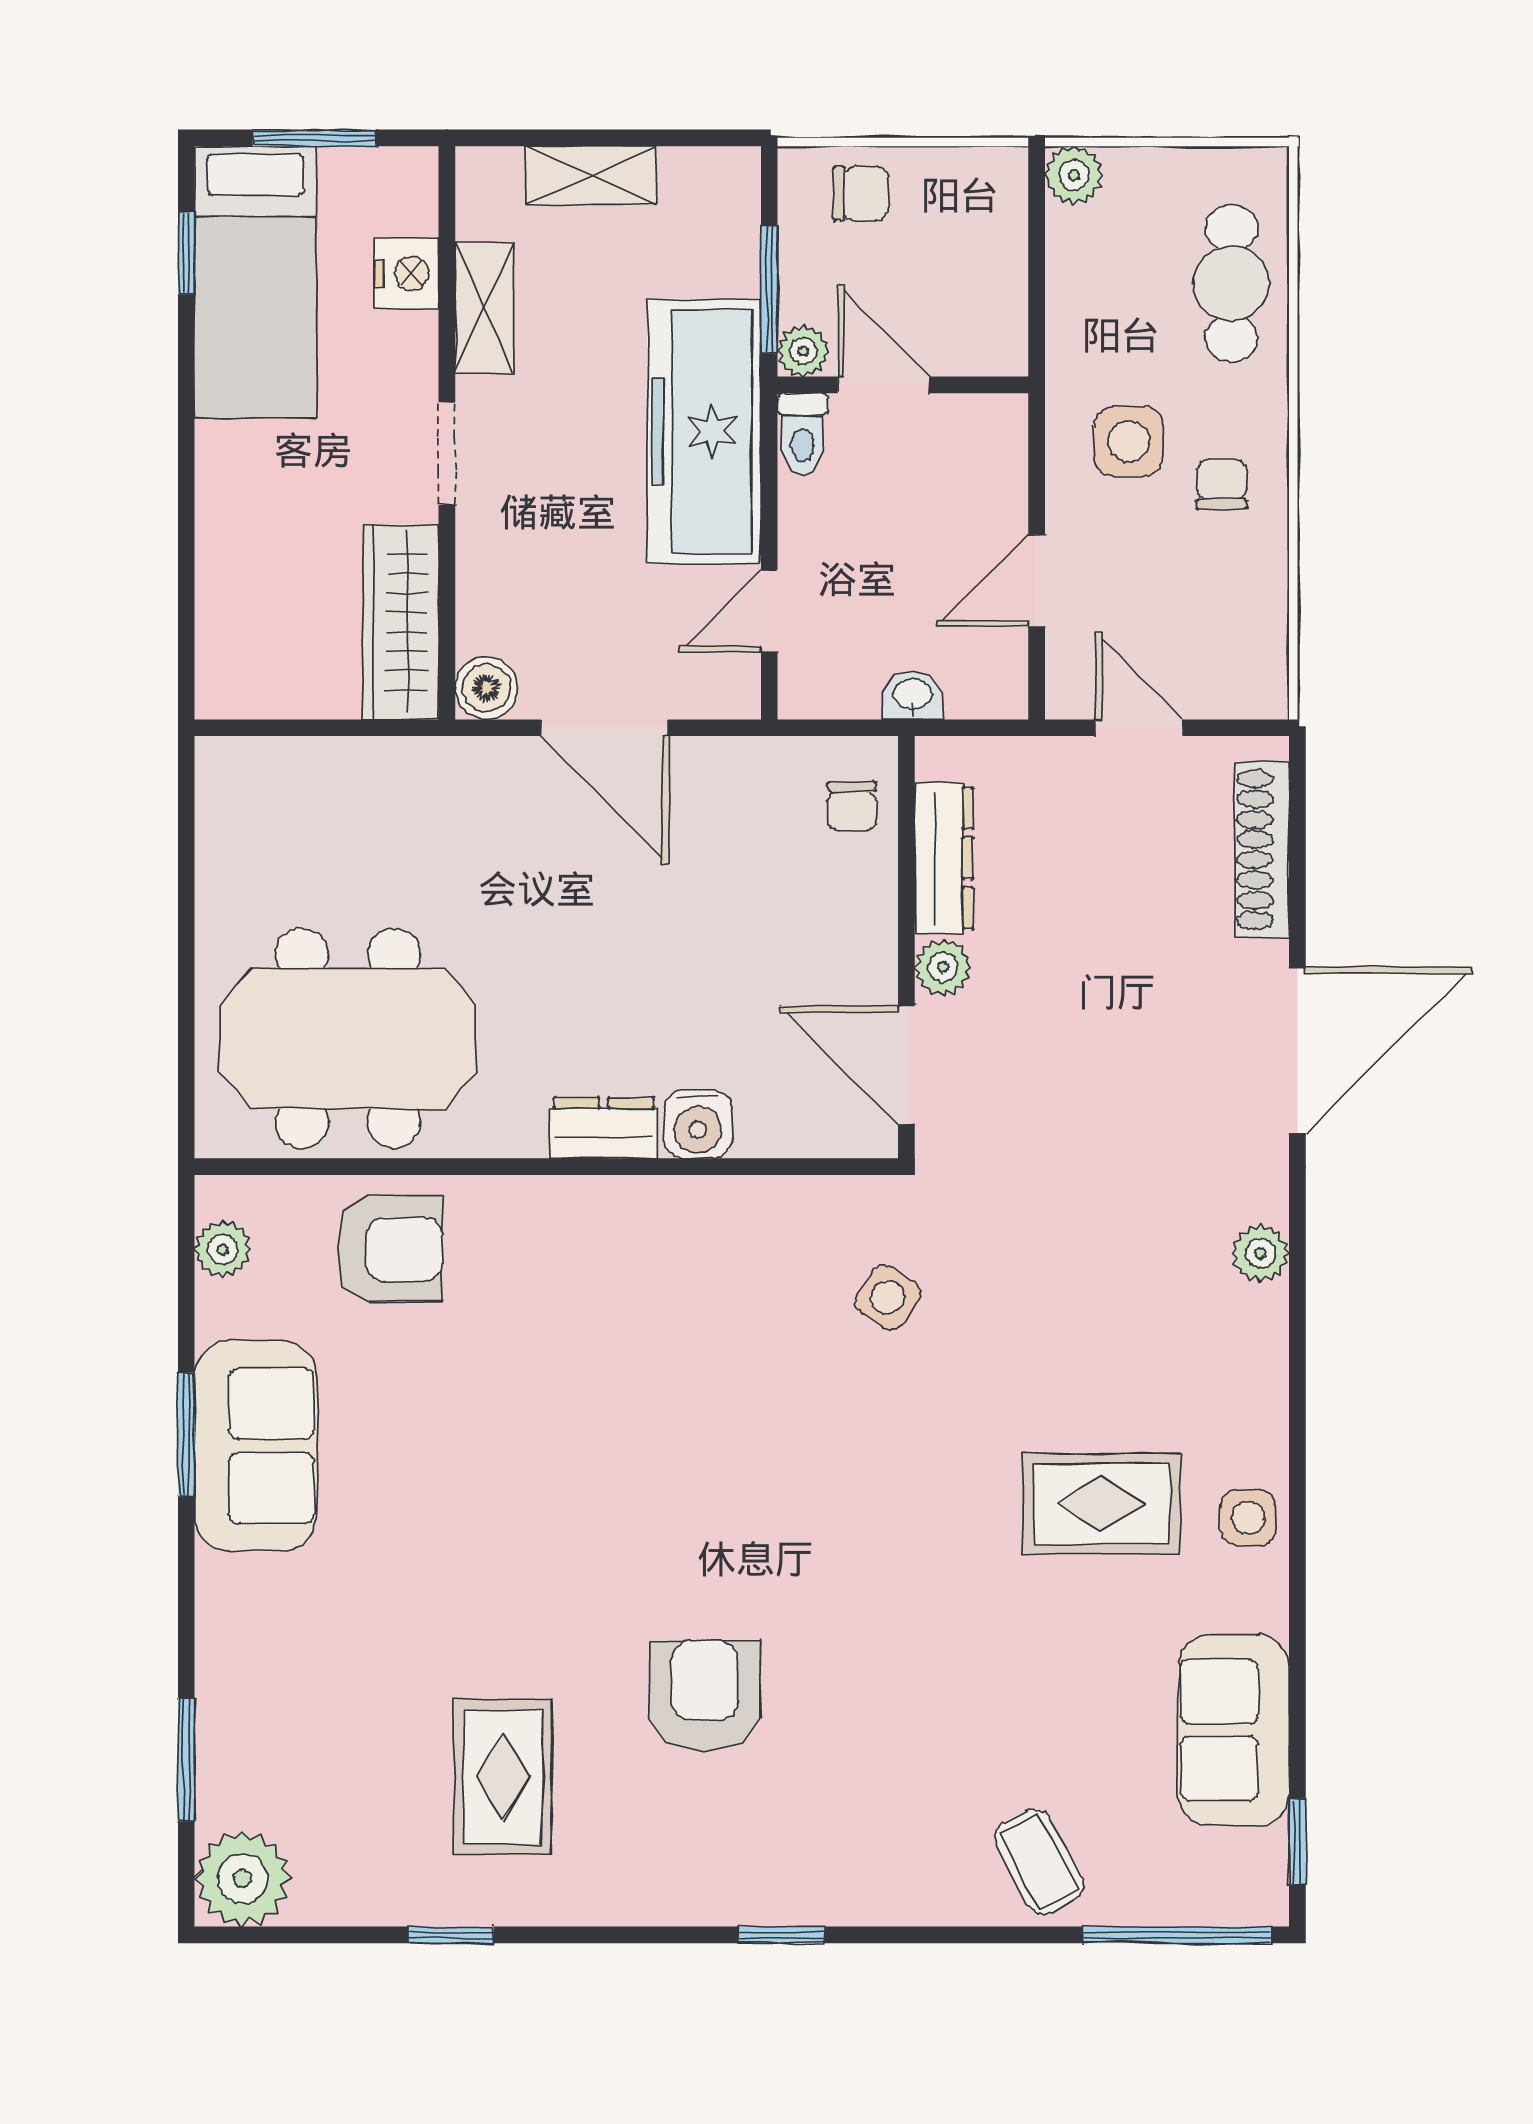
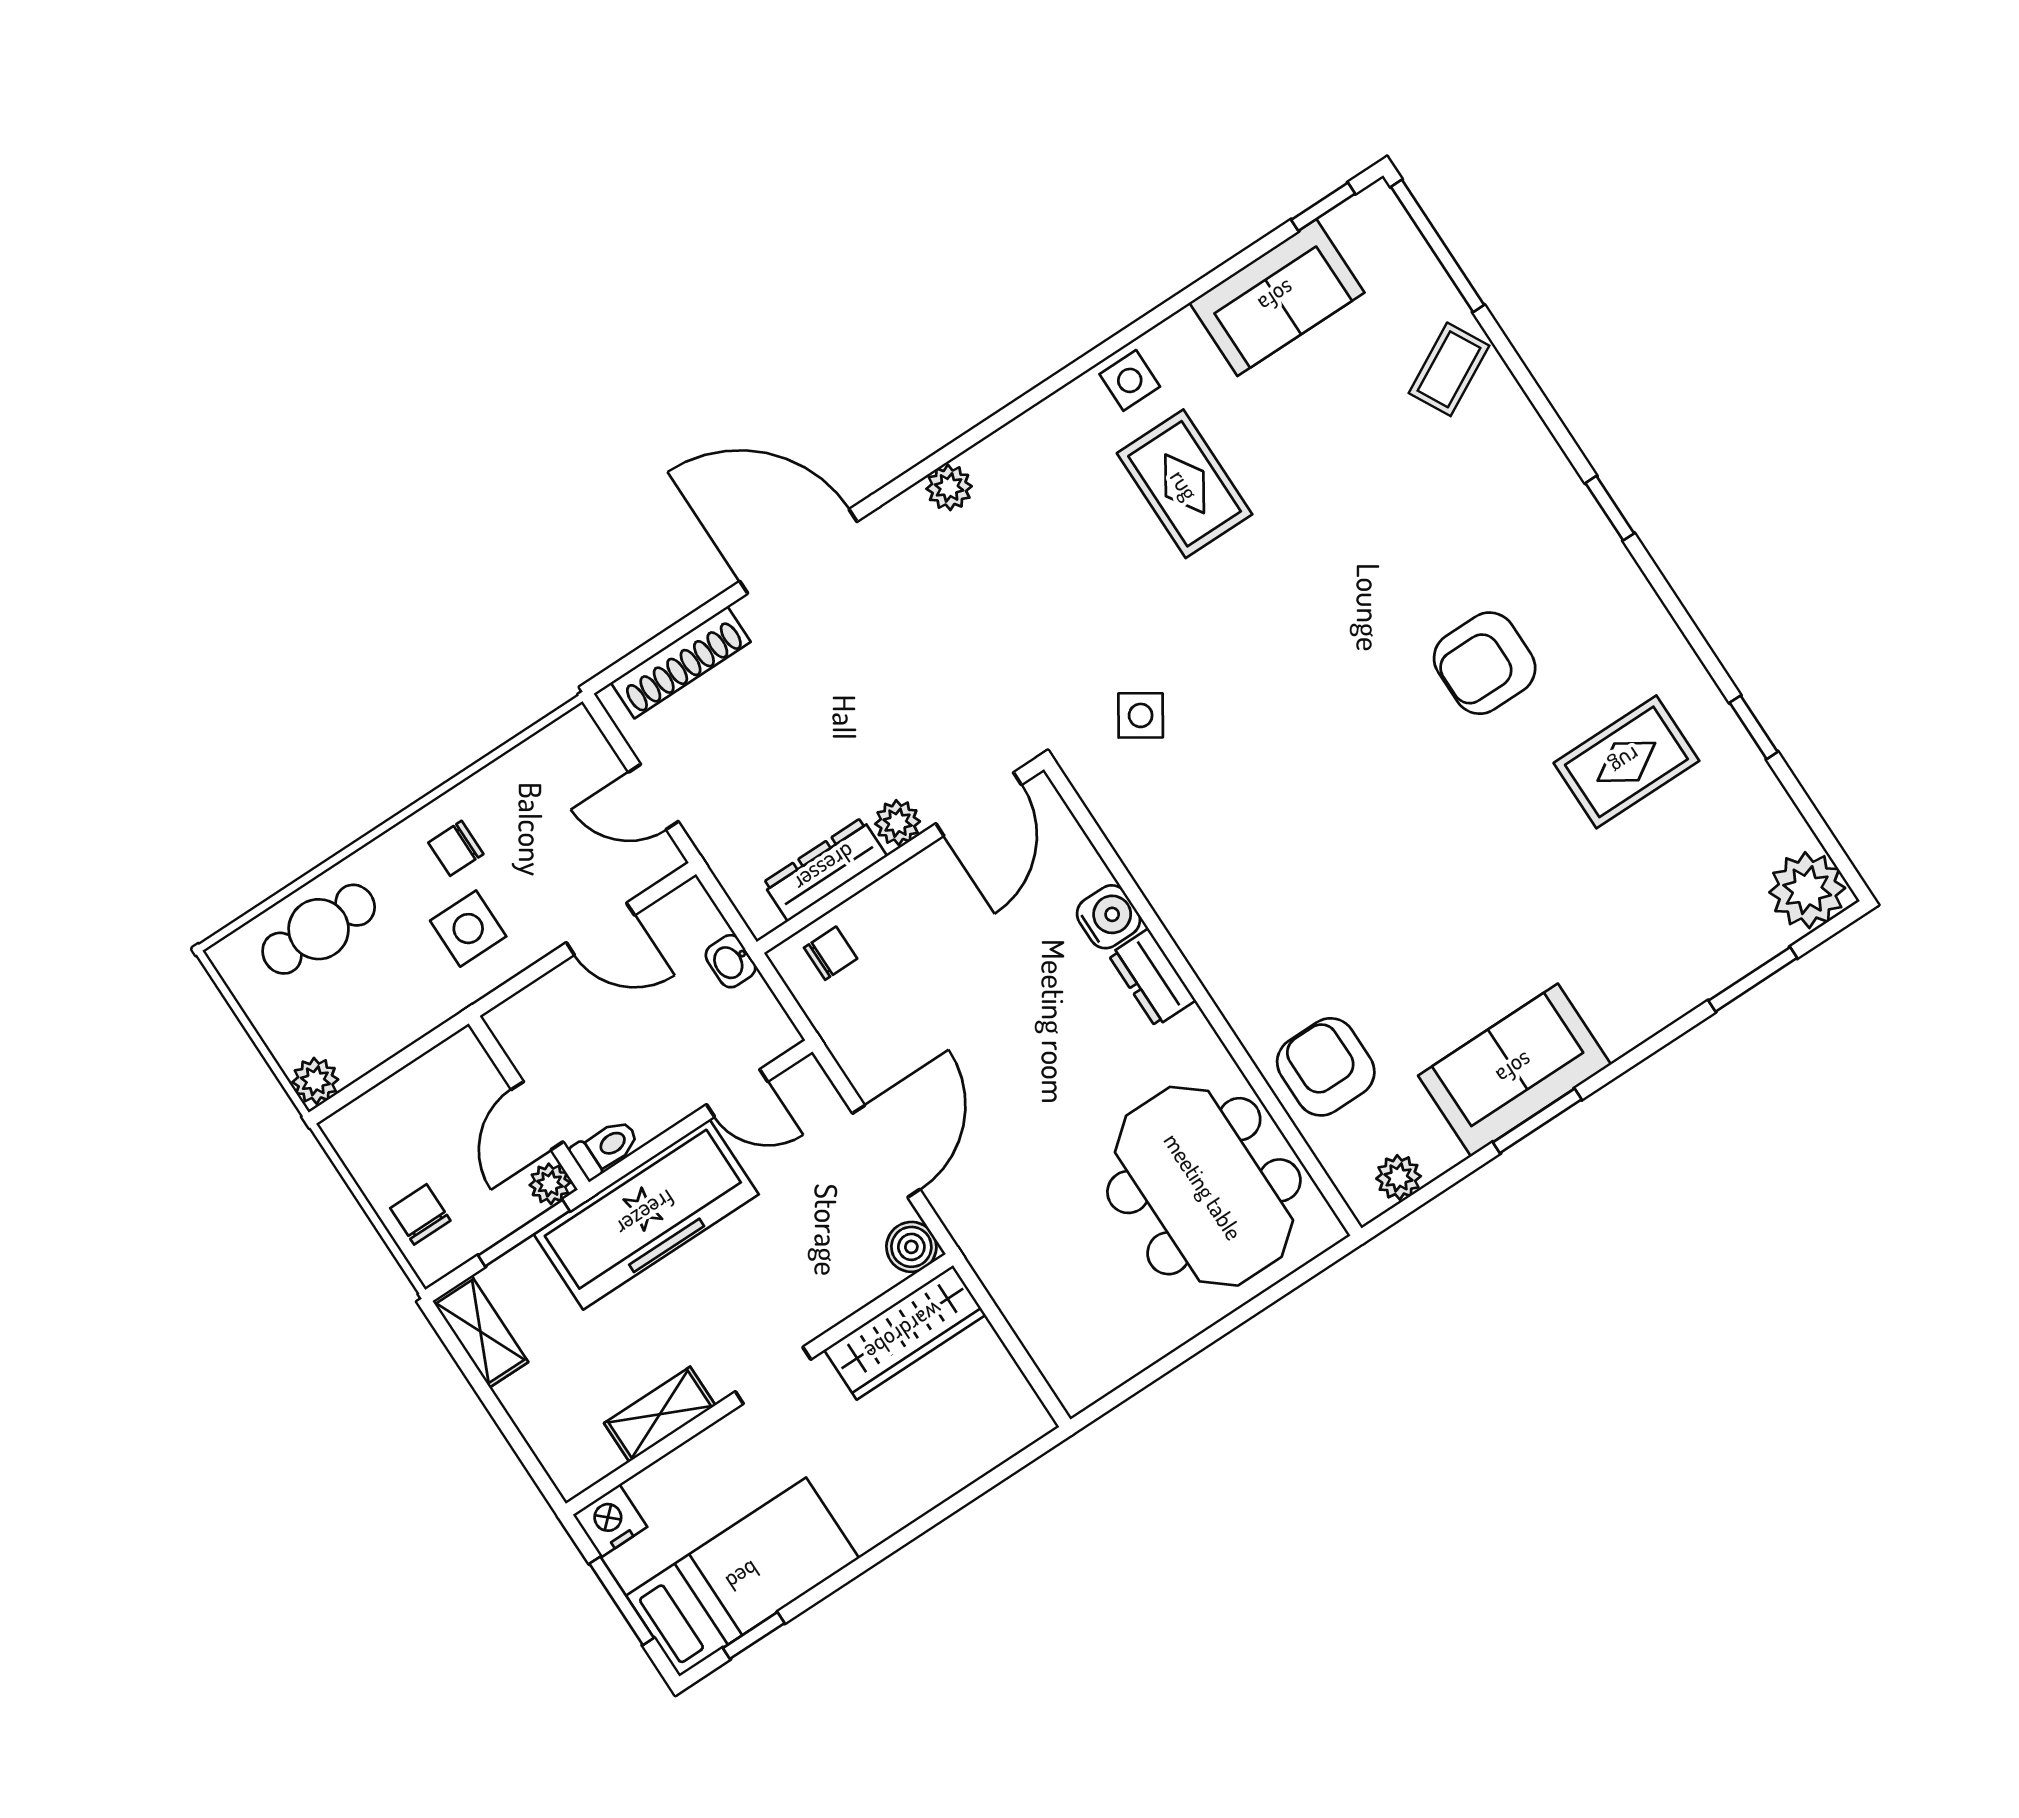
shelving: (591, 176) -> (480, 1332), moved
nightstand: (406, 273) -> (610, 1521), moved
door: (1139, 728) -> (653, 797), hinge flipped

